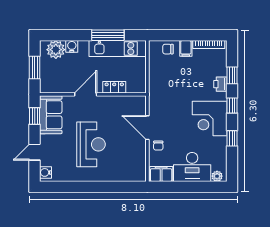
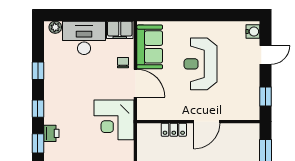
sofa: (51, 115) -> (150, 47), moved, turned 180
corner desk: (210, 118) -> (114, 120), moved, turned 180

